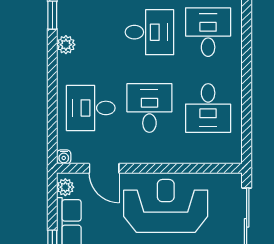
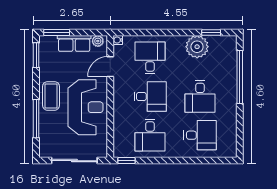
plant: (66, 45) -> (197, 47), width x1.88, depth x1.88
desk: (208, 108) -> (150, 135), turned -90
window: (247, 144) -> (127, 161), added

